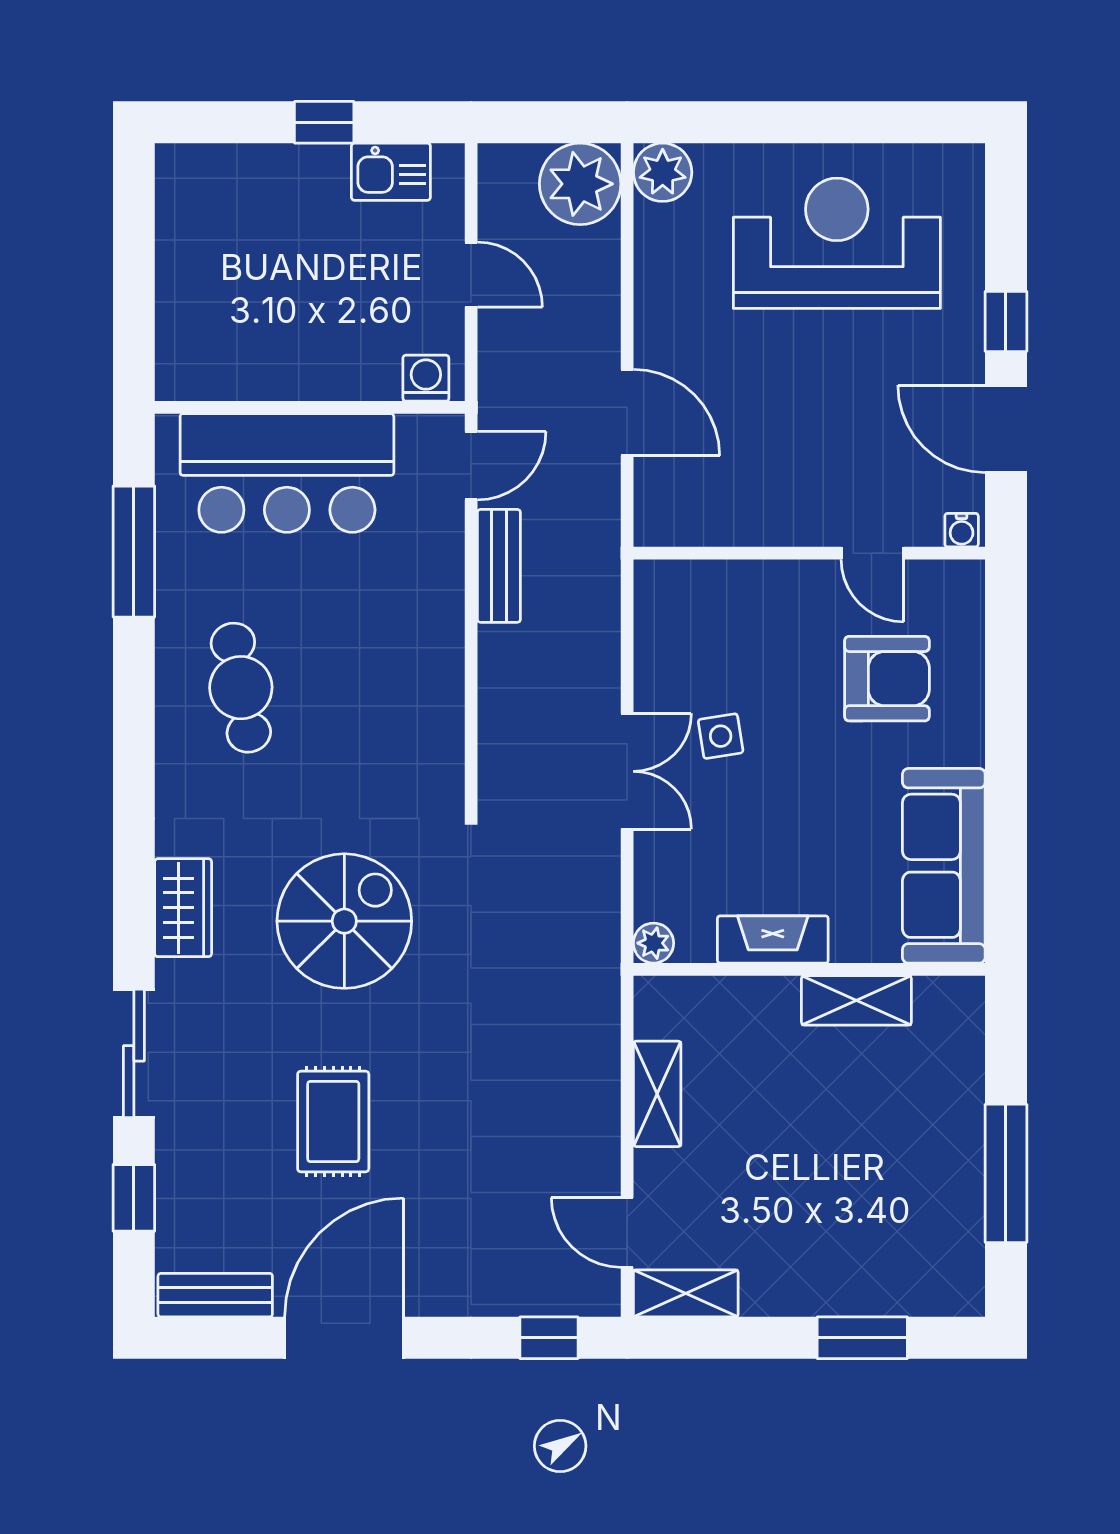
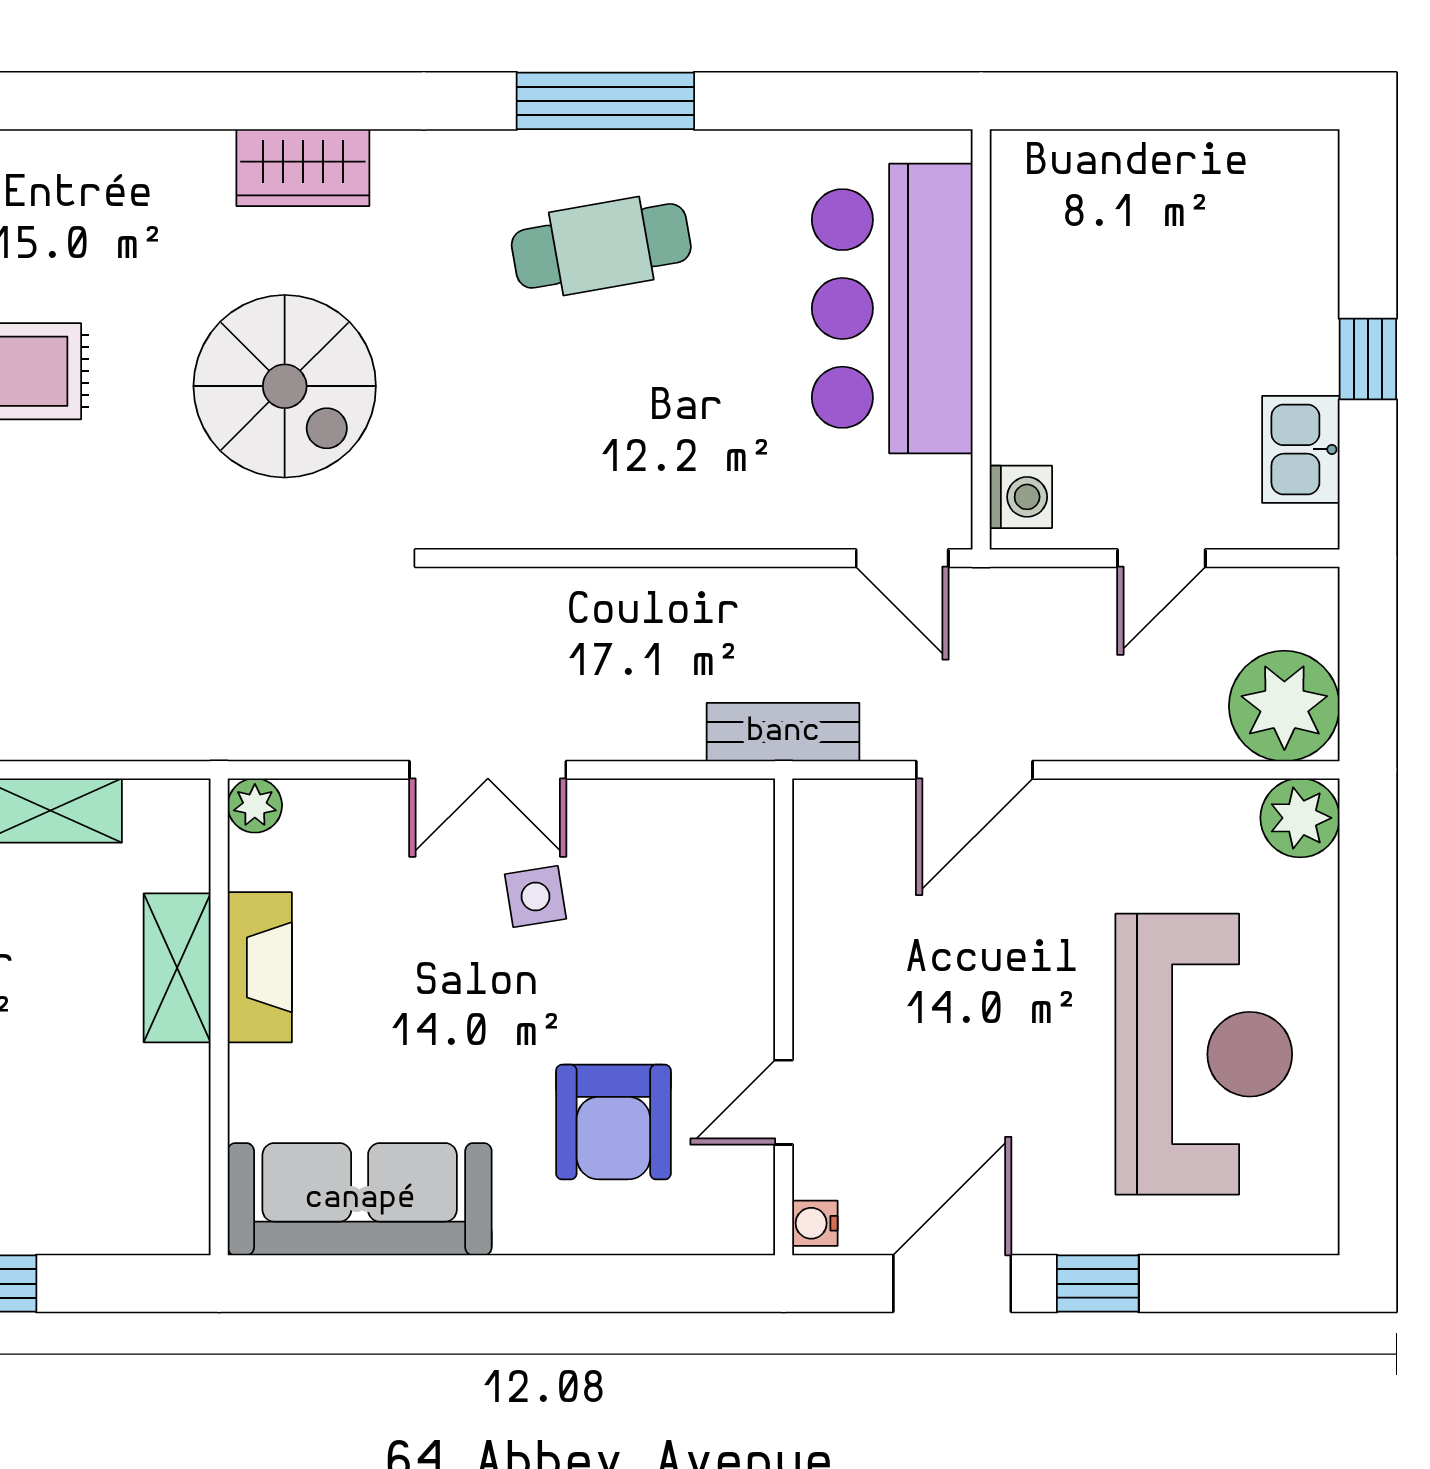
window: (134, 552) -> (605, 101), moved
bench: (499, 566) -> (783, 732), moved
shelving: (856, 1000) -> (177, 968), moved
sliding door: (134, 1053) -> (105, 101), removed

